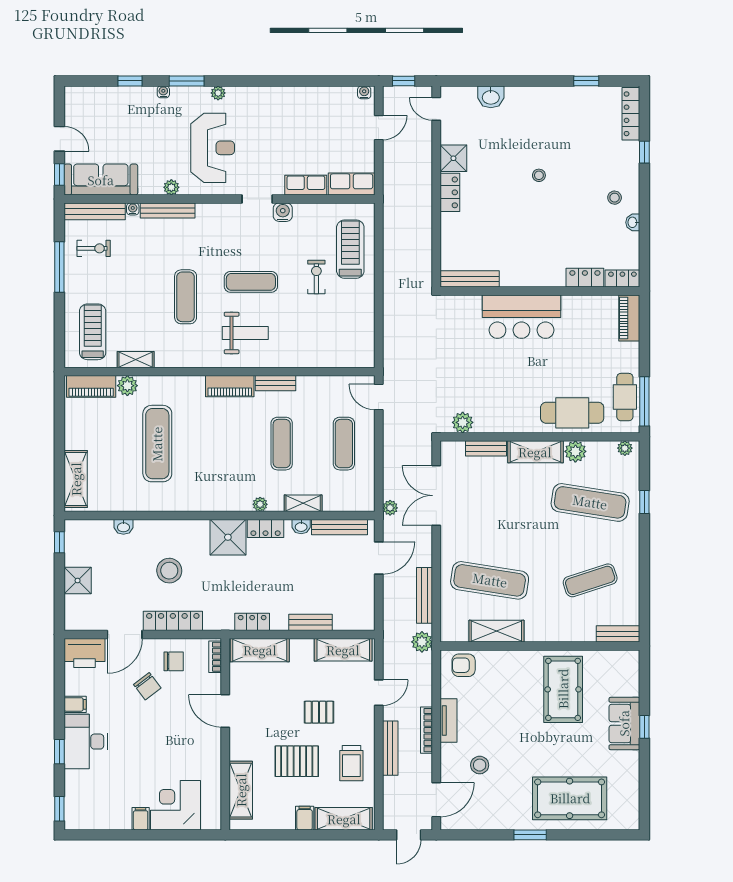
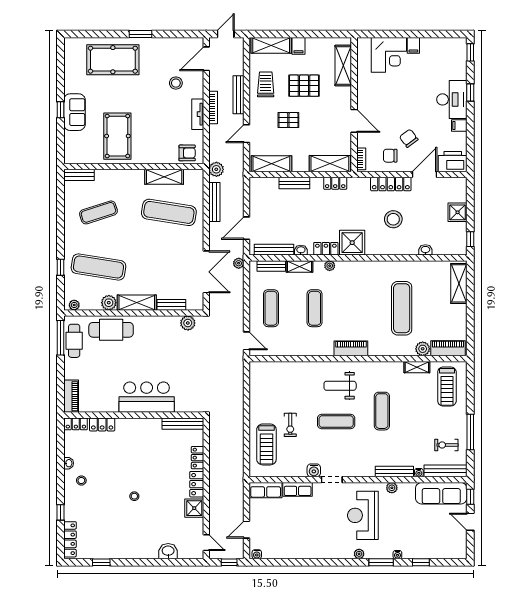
locker: (449, 230) -> (198, 458), added
bench: (275, 383) -> (271, 266), moved

